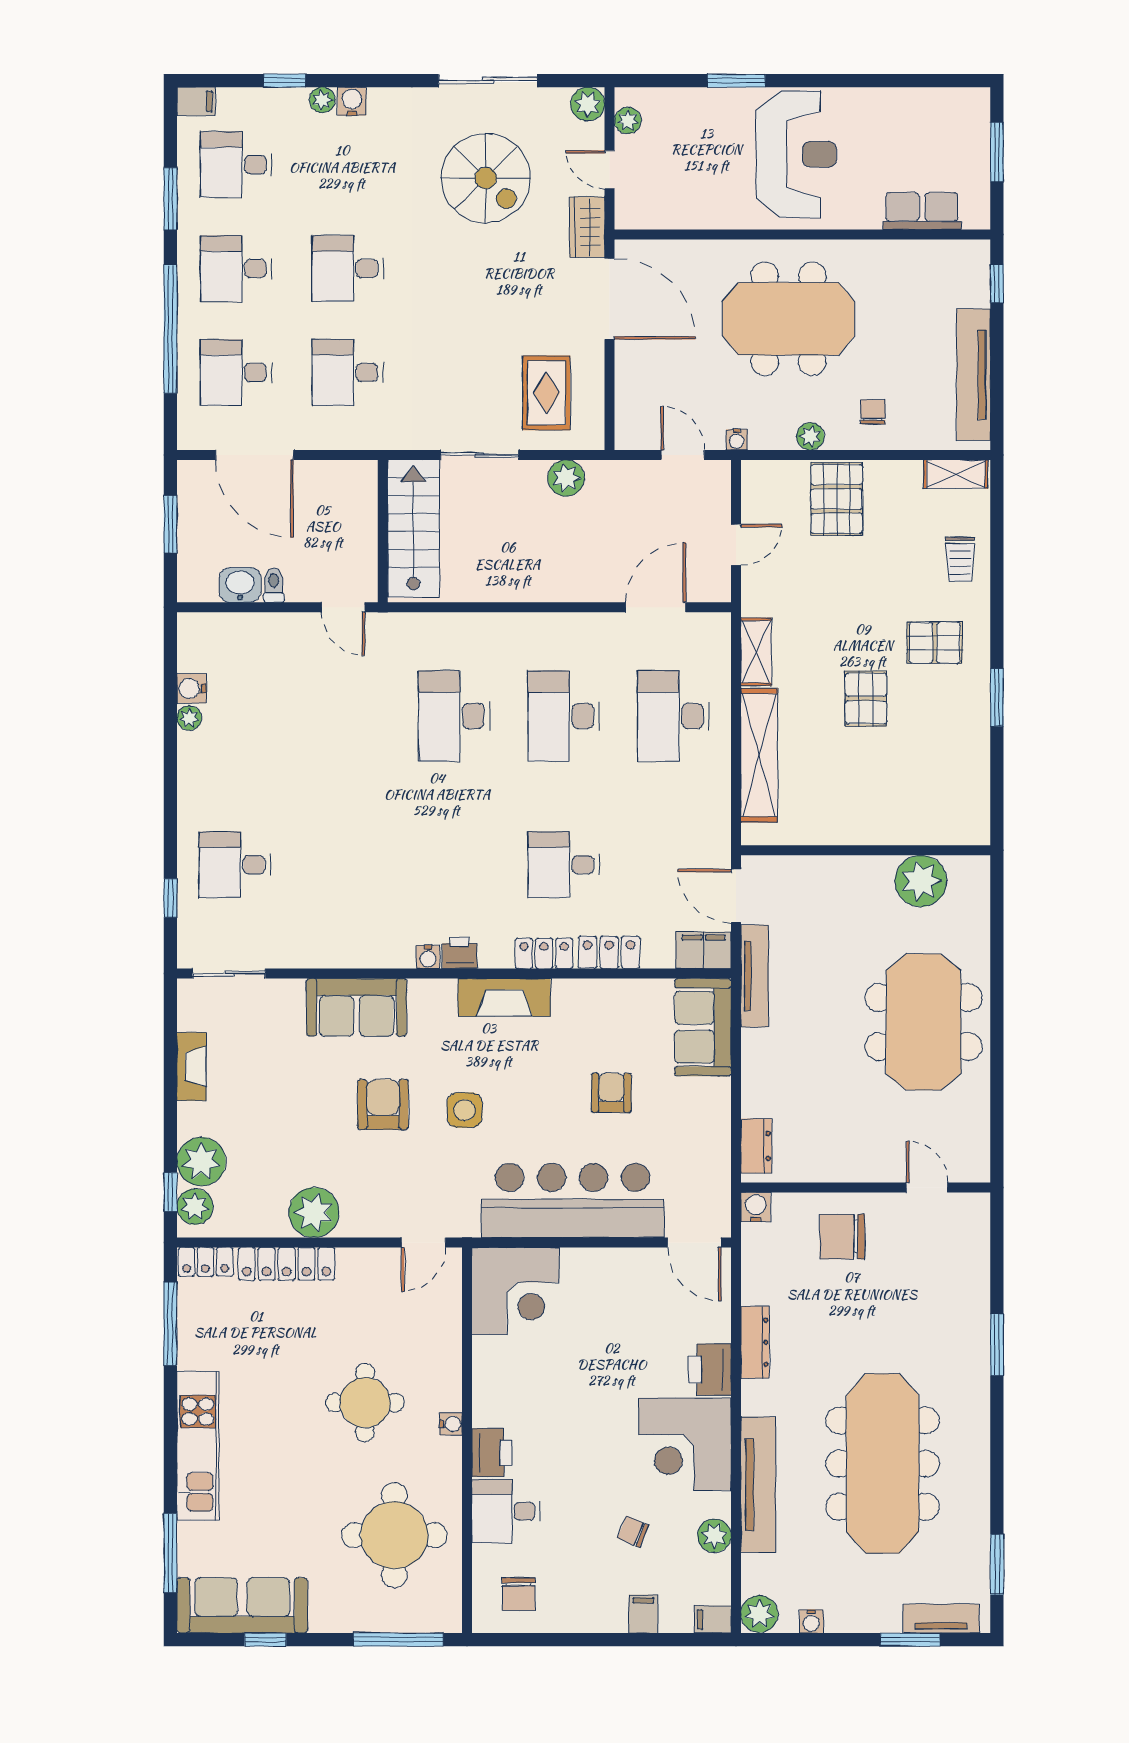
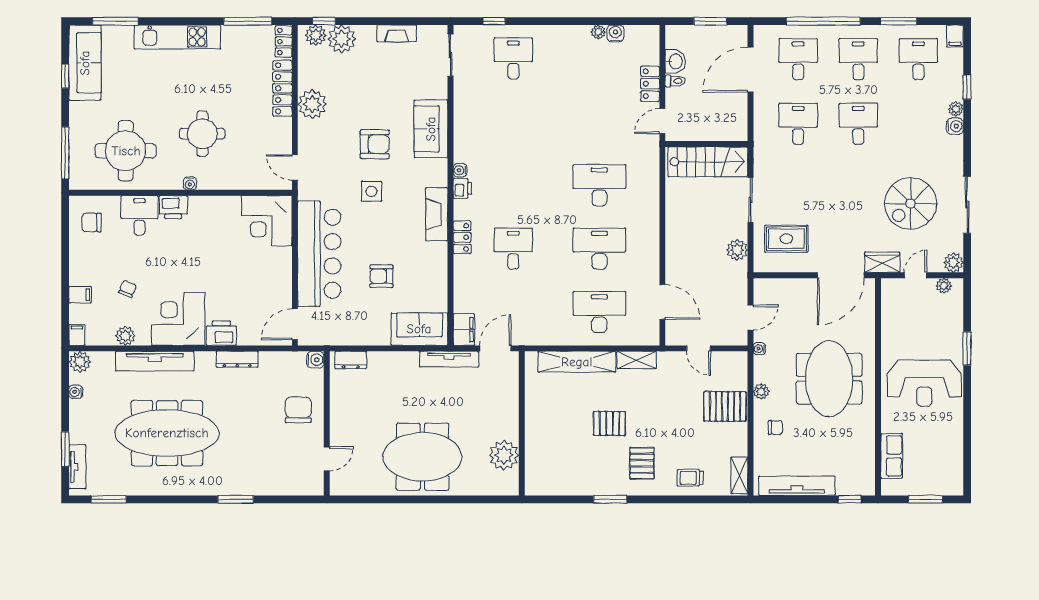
locker: (609, 952) -> (650, 84), moved, turned 180
armchair: (611, 1093) -> (381, 276), turned 180

